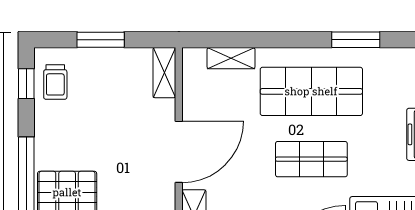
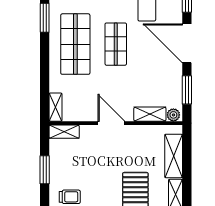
shelving: (231, 58) -> (56, 107), moved
door: (179, 152) -> (111, 123), width x0.73

